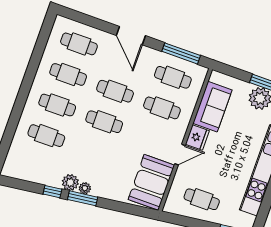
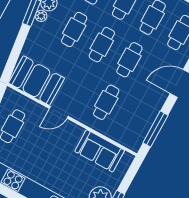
cafe table: (173, 77) -> (74, 29), moved
fridge: (197, 137) -> (72, 132), removed
door: (180, 155) -> (59, 112), hinge flipped

